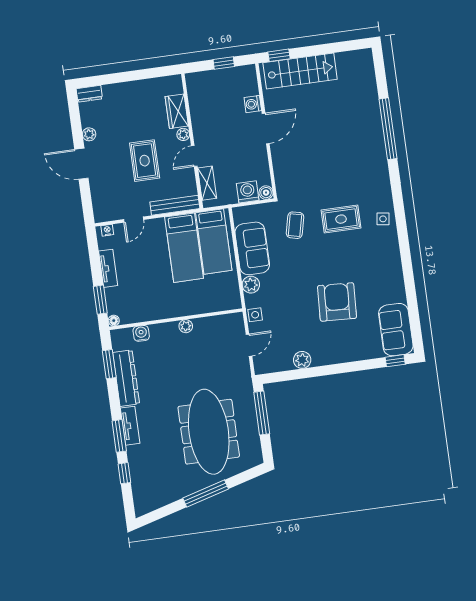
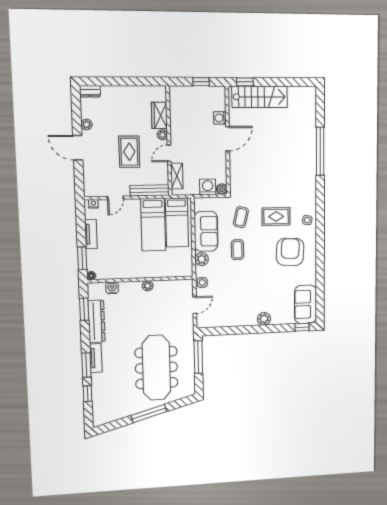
coffee table: (296, 267) -> (238, 250), added
armchair: (337, 302) -> (290, 252), moved
plant: (302, 360) -> (264, 319), moved

